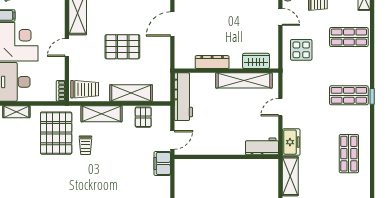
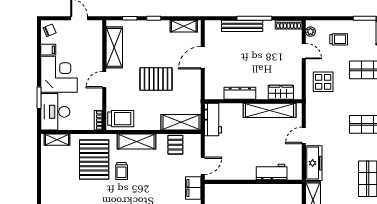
shelving: (131, 93) -> (181, 122), moved
workbench: (183, 97) -> (213, 120), width x0.73
freezer: (291, 142) -> (314, 163), width x1.40
workbench: (262, 146) -> (272, 172), moved

